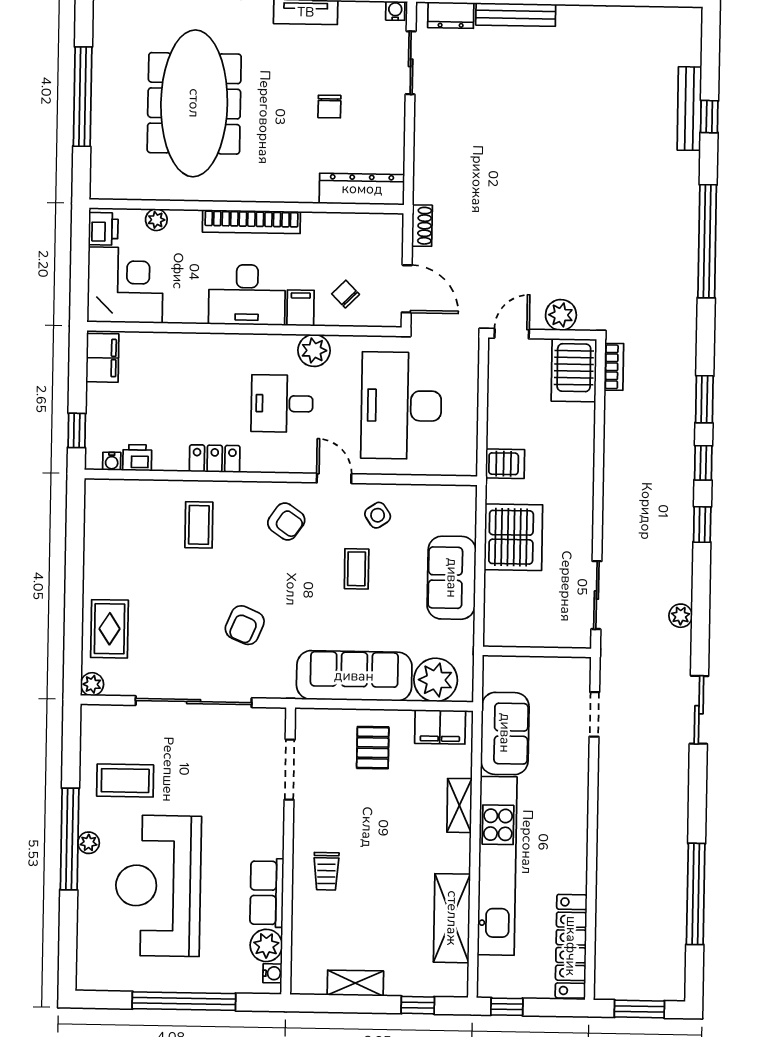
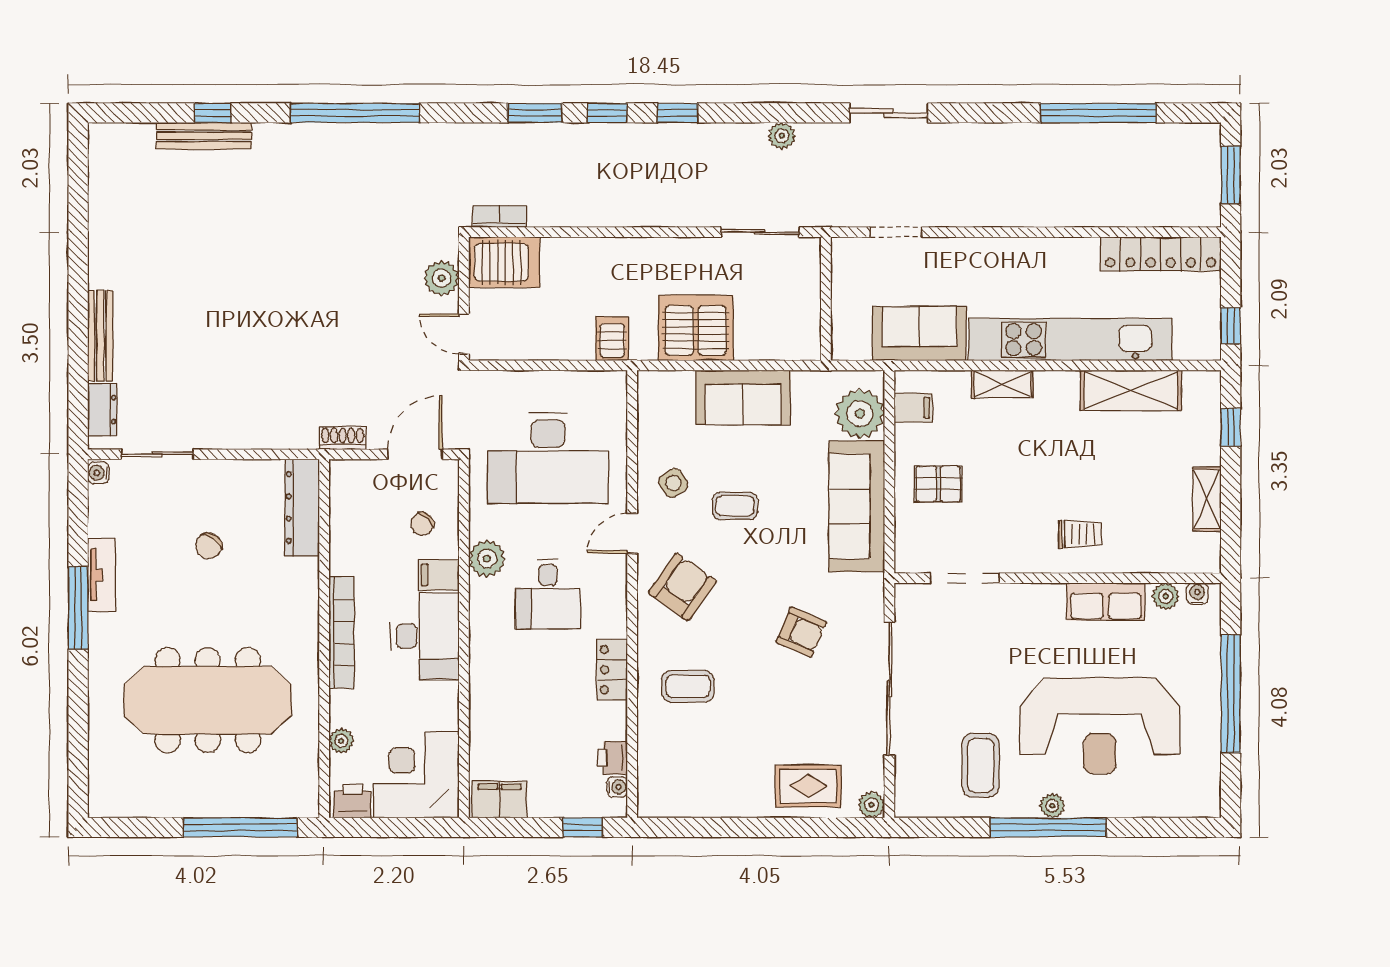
window: (83, 97) -> (240, 827), moved
chair: (329, 106) -> (209, 546), turned 125
armchair: (286, 521) -> (682, 587), width x1.38, depth x1.38
filing cabinet: (440, 727) -> (913, 408), width x0.50
plant: (266, 945) -> (1166, 596), width x0.73, depth x0.73

